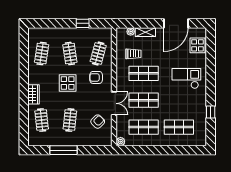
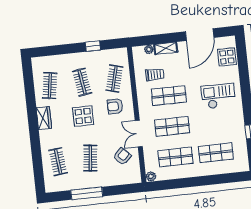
wardrobe: (33, 94) -> (44, 118), moved
double door: (114, 103) -> (139, 134), swing flipped

